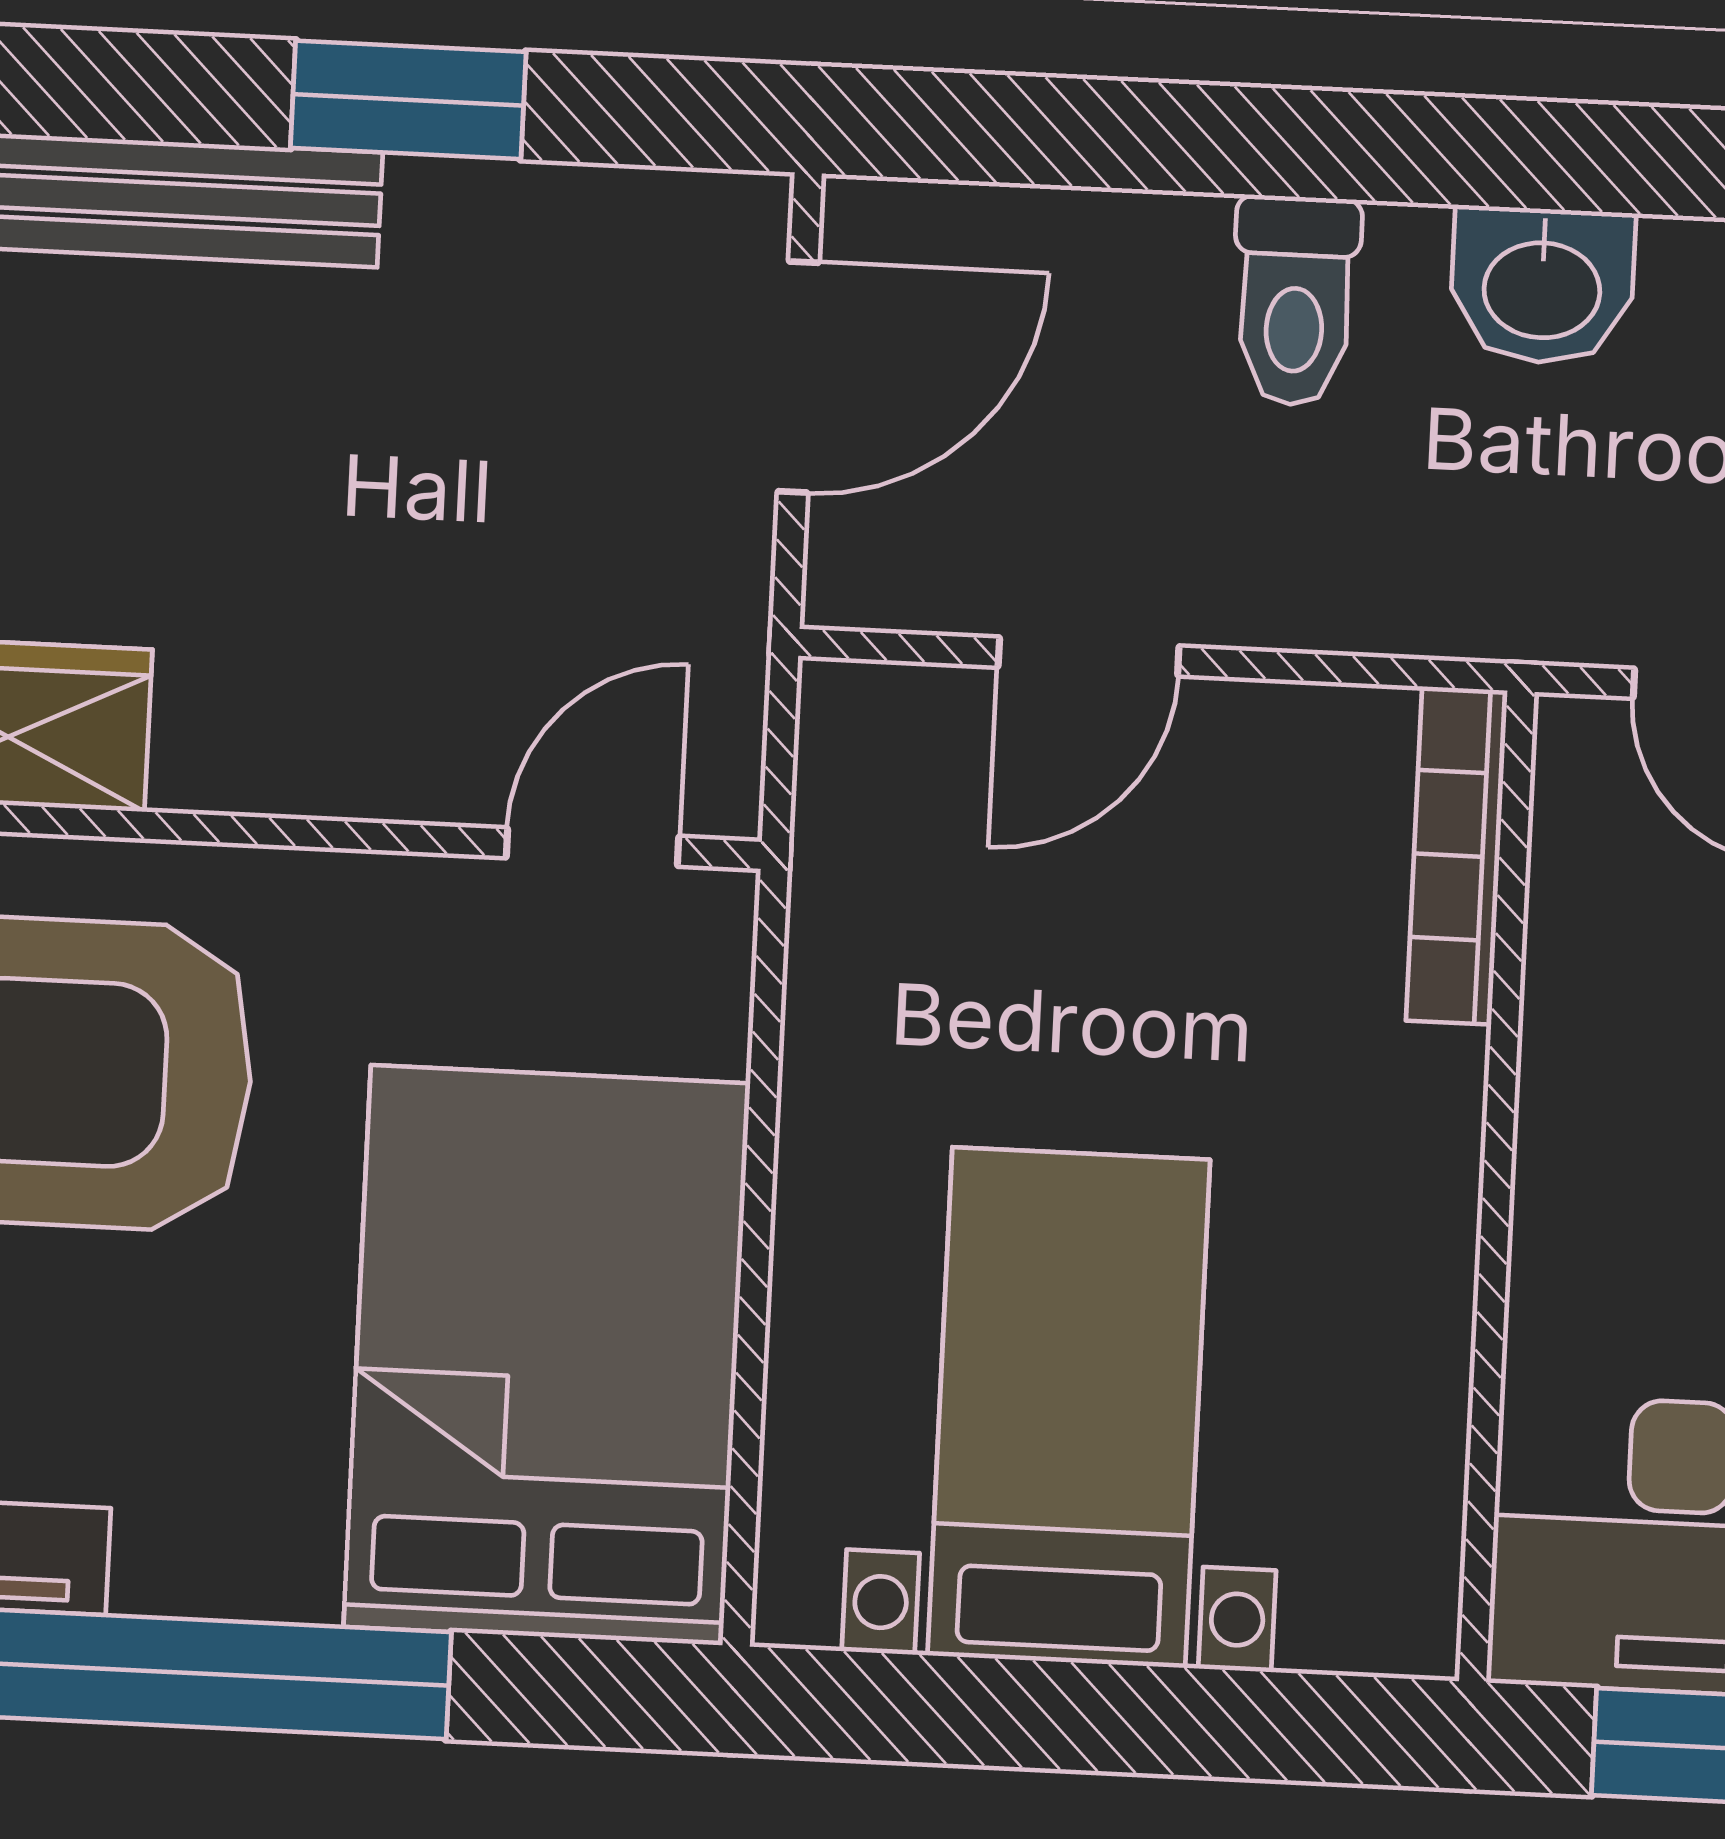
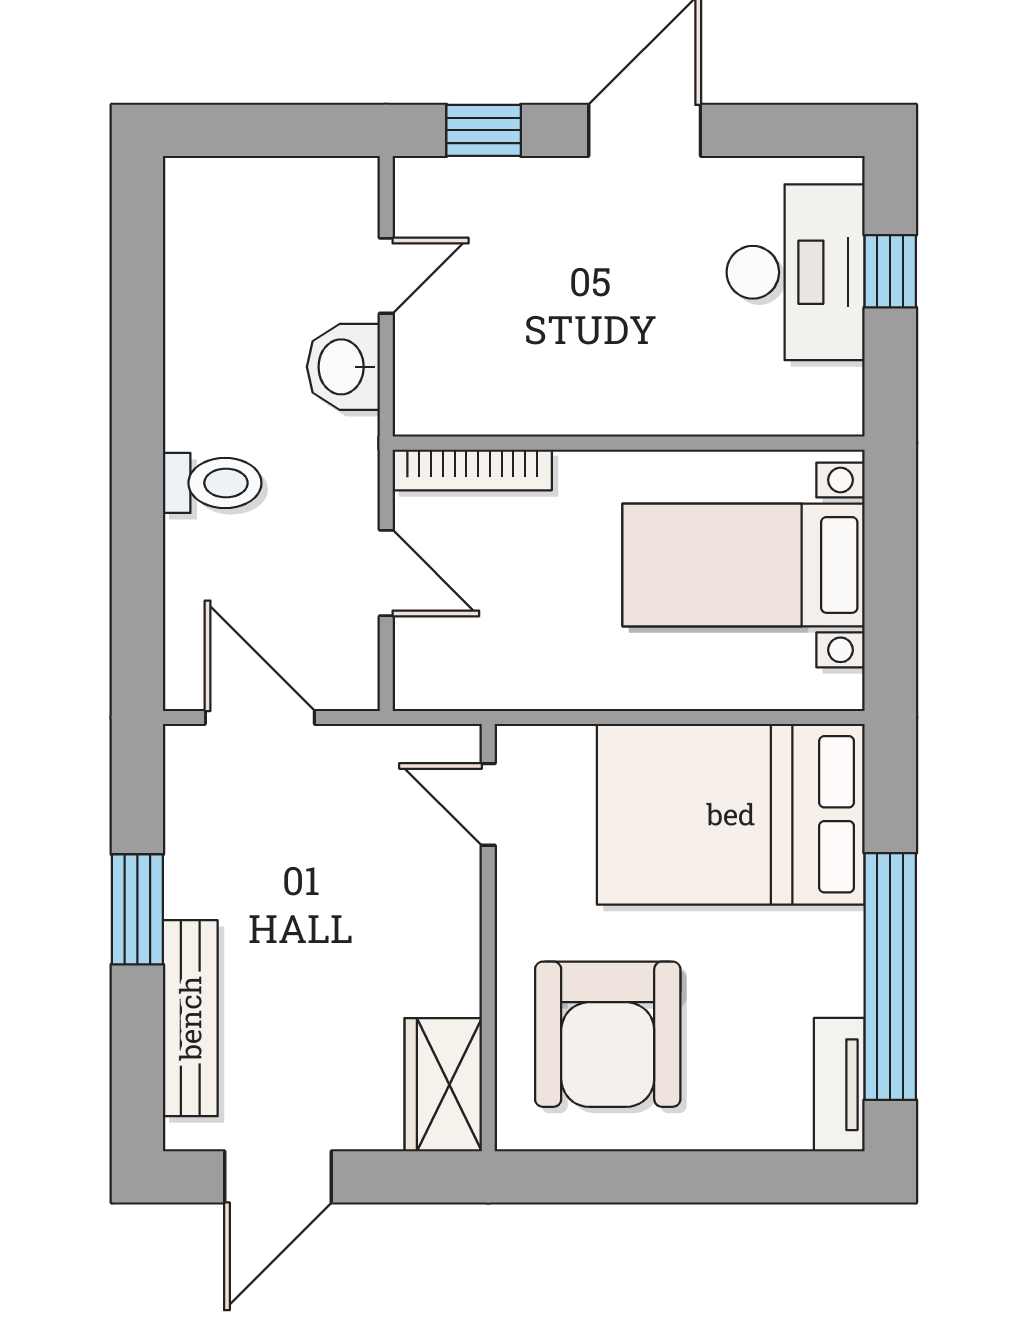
washbasin: (1542, 286) -> (343, 367), moved, turned 180
bookcase: (1457, 856) -> (472, 470), moved
wall: (1497, 1187) -> (629, 443), moved

